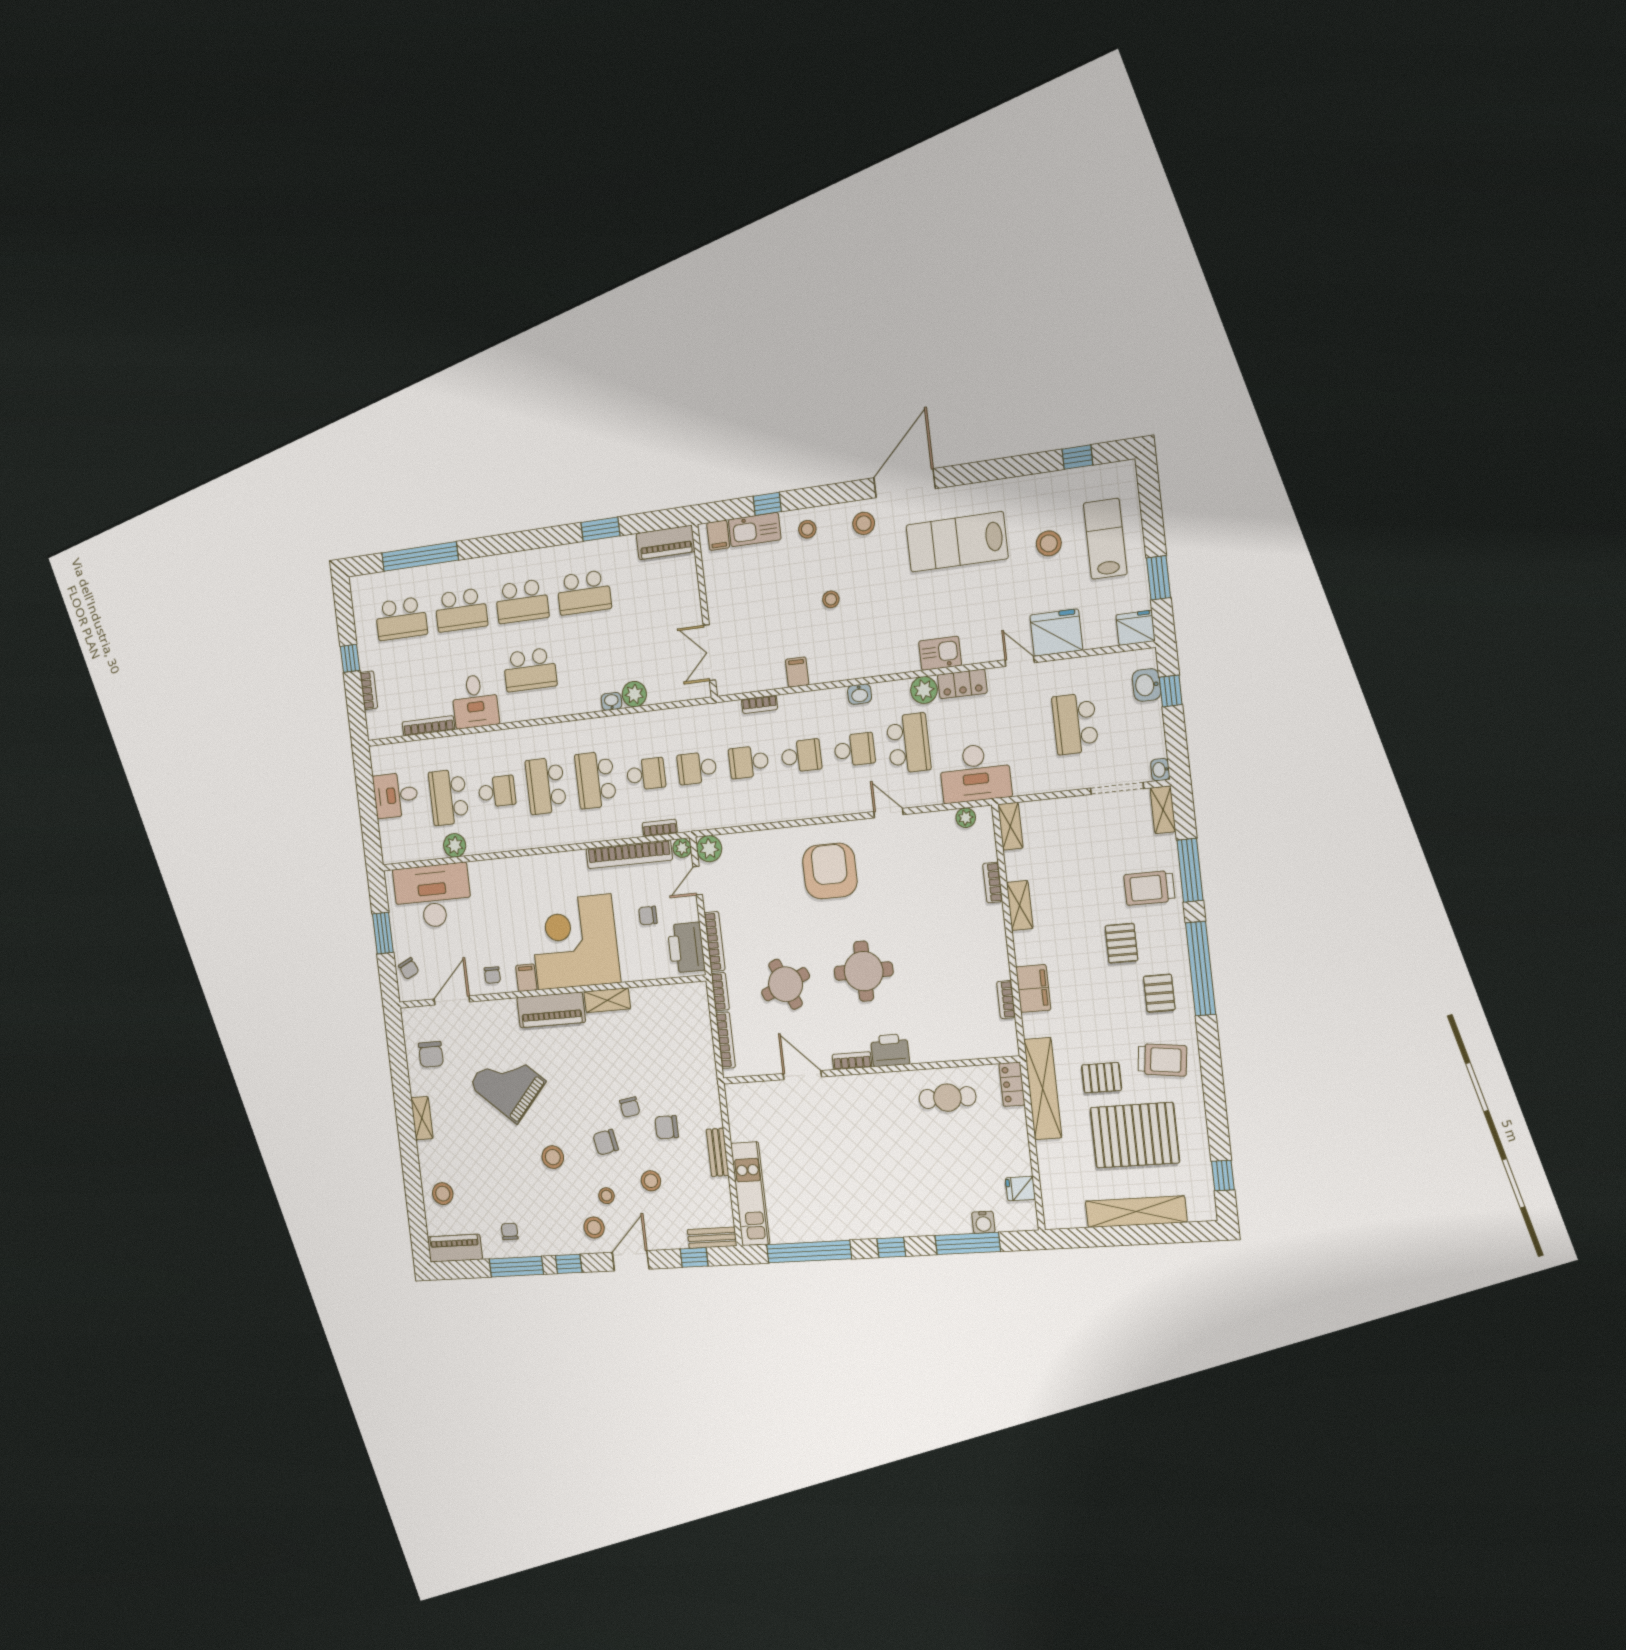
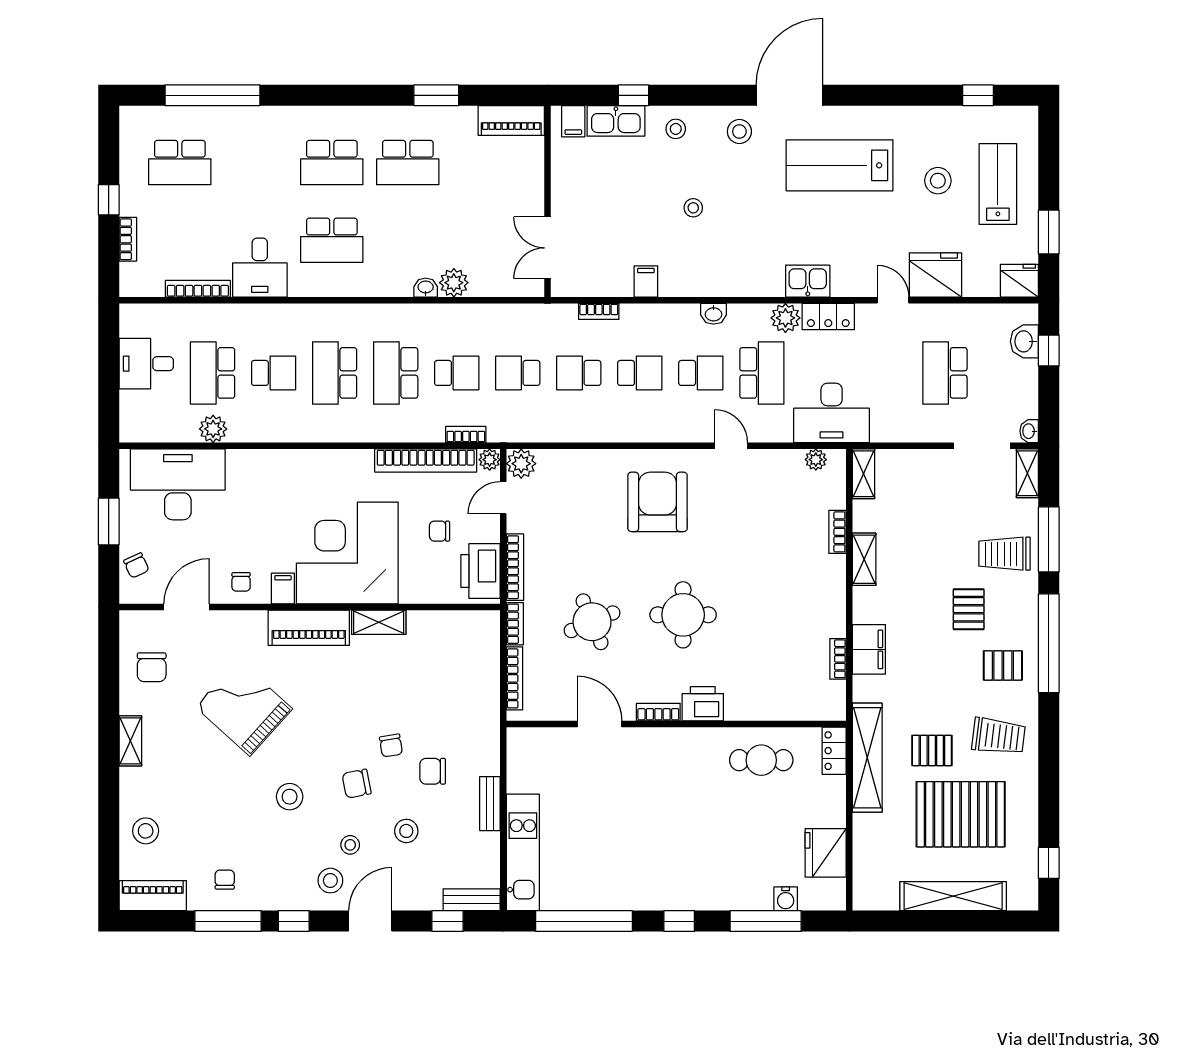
school desk: (461, 610) -> (256, 163), removed
pallet: (1159, 993) -> (1003, 665), turned 90
fridge: (1020, 1189) -> (826, 853), width x1.88, depth x1.34

